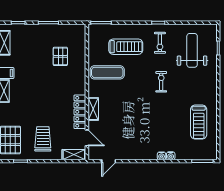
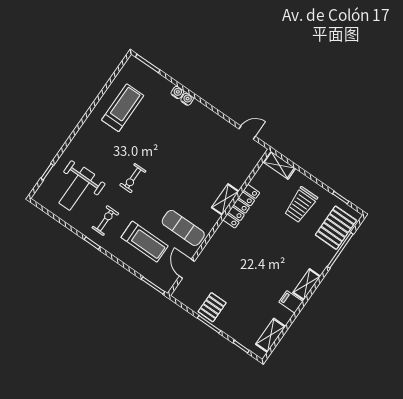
treadmill: (126, 47) -> (145, 242), turned 180
pallet: (60, 56) -> (212, 307), moved
door: (87, 138) -> (187, 269), moved

